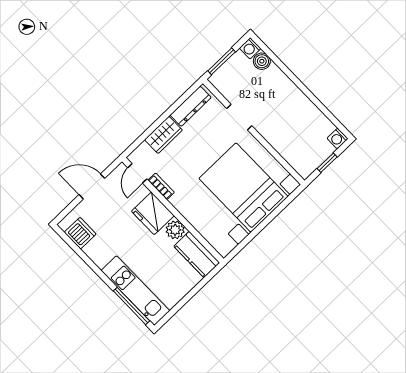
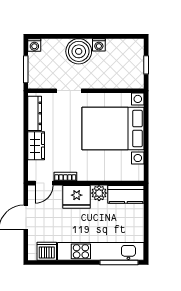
boiler: (262, 61) -> (79, 51), moved, width x1.86, depth x1.86
washing machine: (338, 138) -> (99, 45), moved
door: (137, 173) -> (44, 183), hinge flipped
kitchen unit: (135, 291) -> (101, 251), width x1.36

